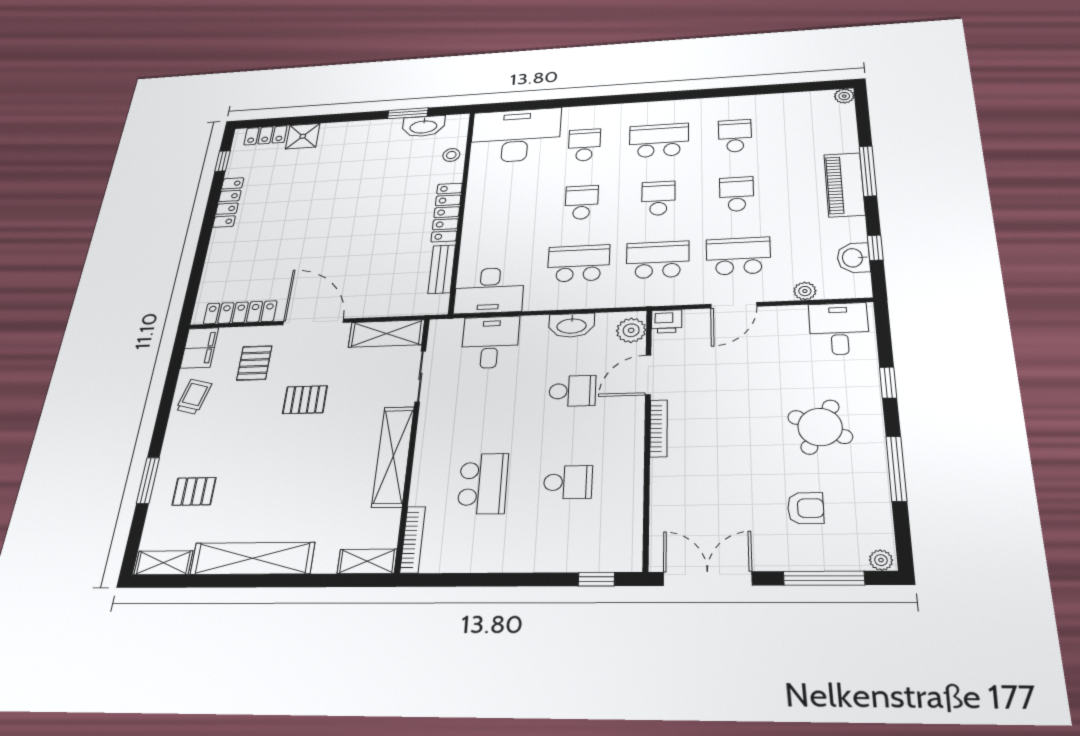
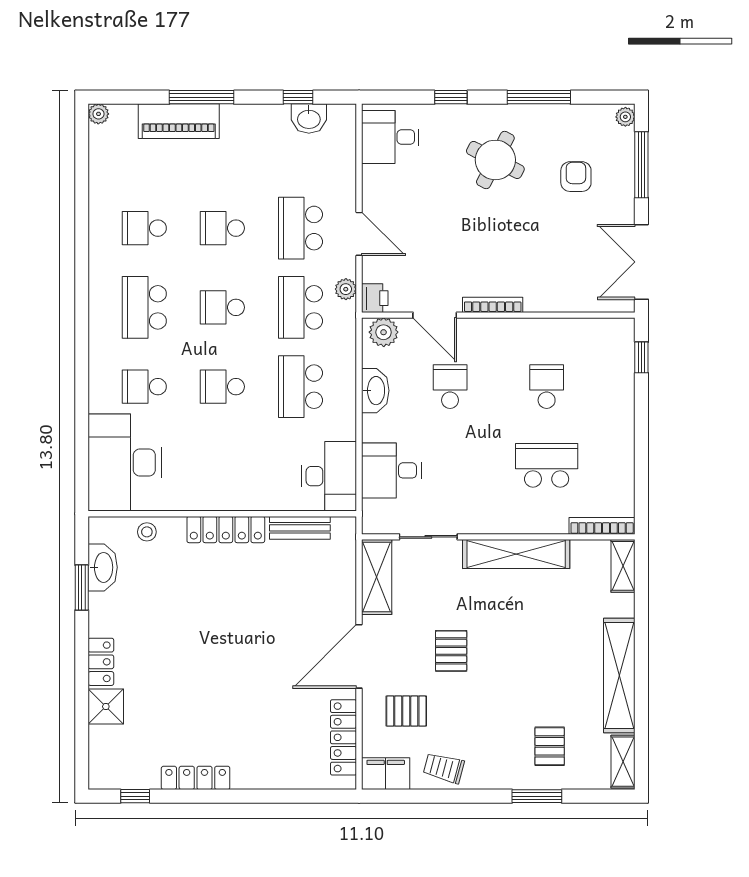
locker: (266, 135) -> (101, 662), moved
piano: (844, 185) -> (179, 121), moved
plant: (805, 291) -> (346, 289), moved

